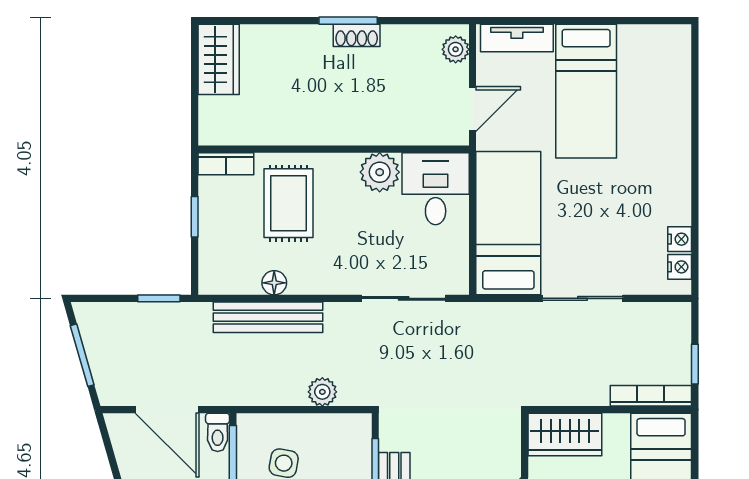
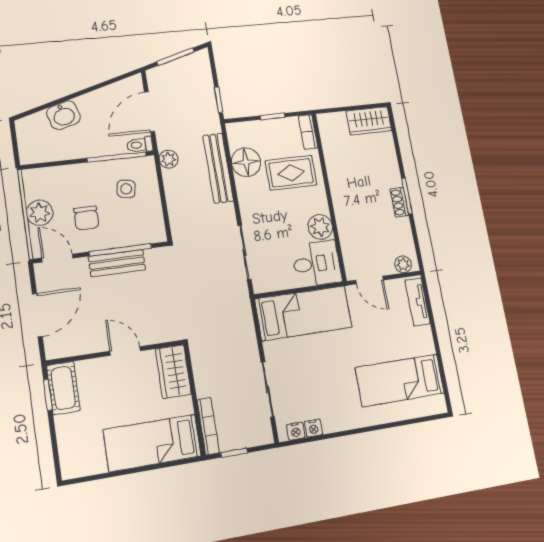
bed: (586, 91) -> (400, 380), moved
floor lamp: (274, 283) -> (246, 162), width x1.89, depth x1.89
sliding door: (582, 298) -> (268, 390), moved
plant: (322, 392) -> (169, 159), moved

